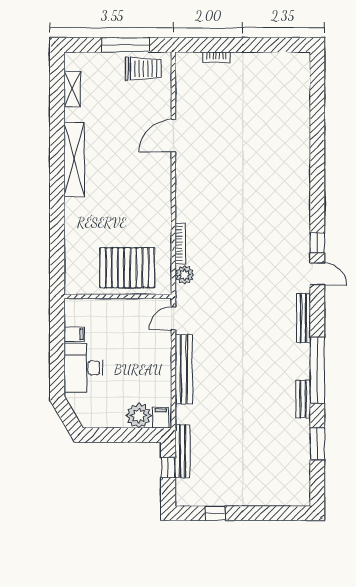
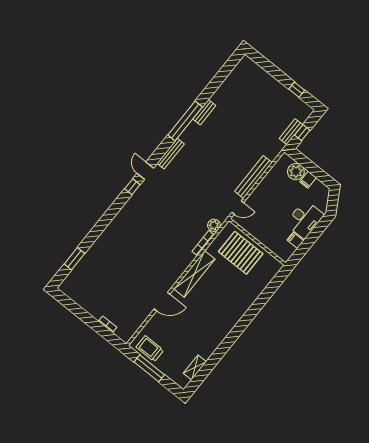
shelving: (74, 159) -> (194, 274), moved
filing cabinet: (161, 418) -> (308, 180), moved
window: (317, 444) -> (74, 259), moved
bench: (182, 451) -> (291, 132), width x0.73

